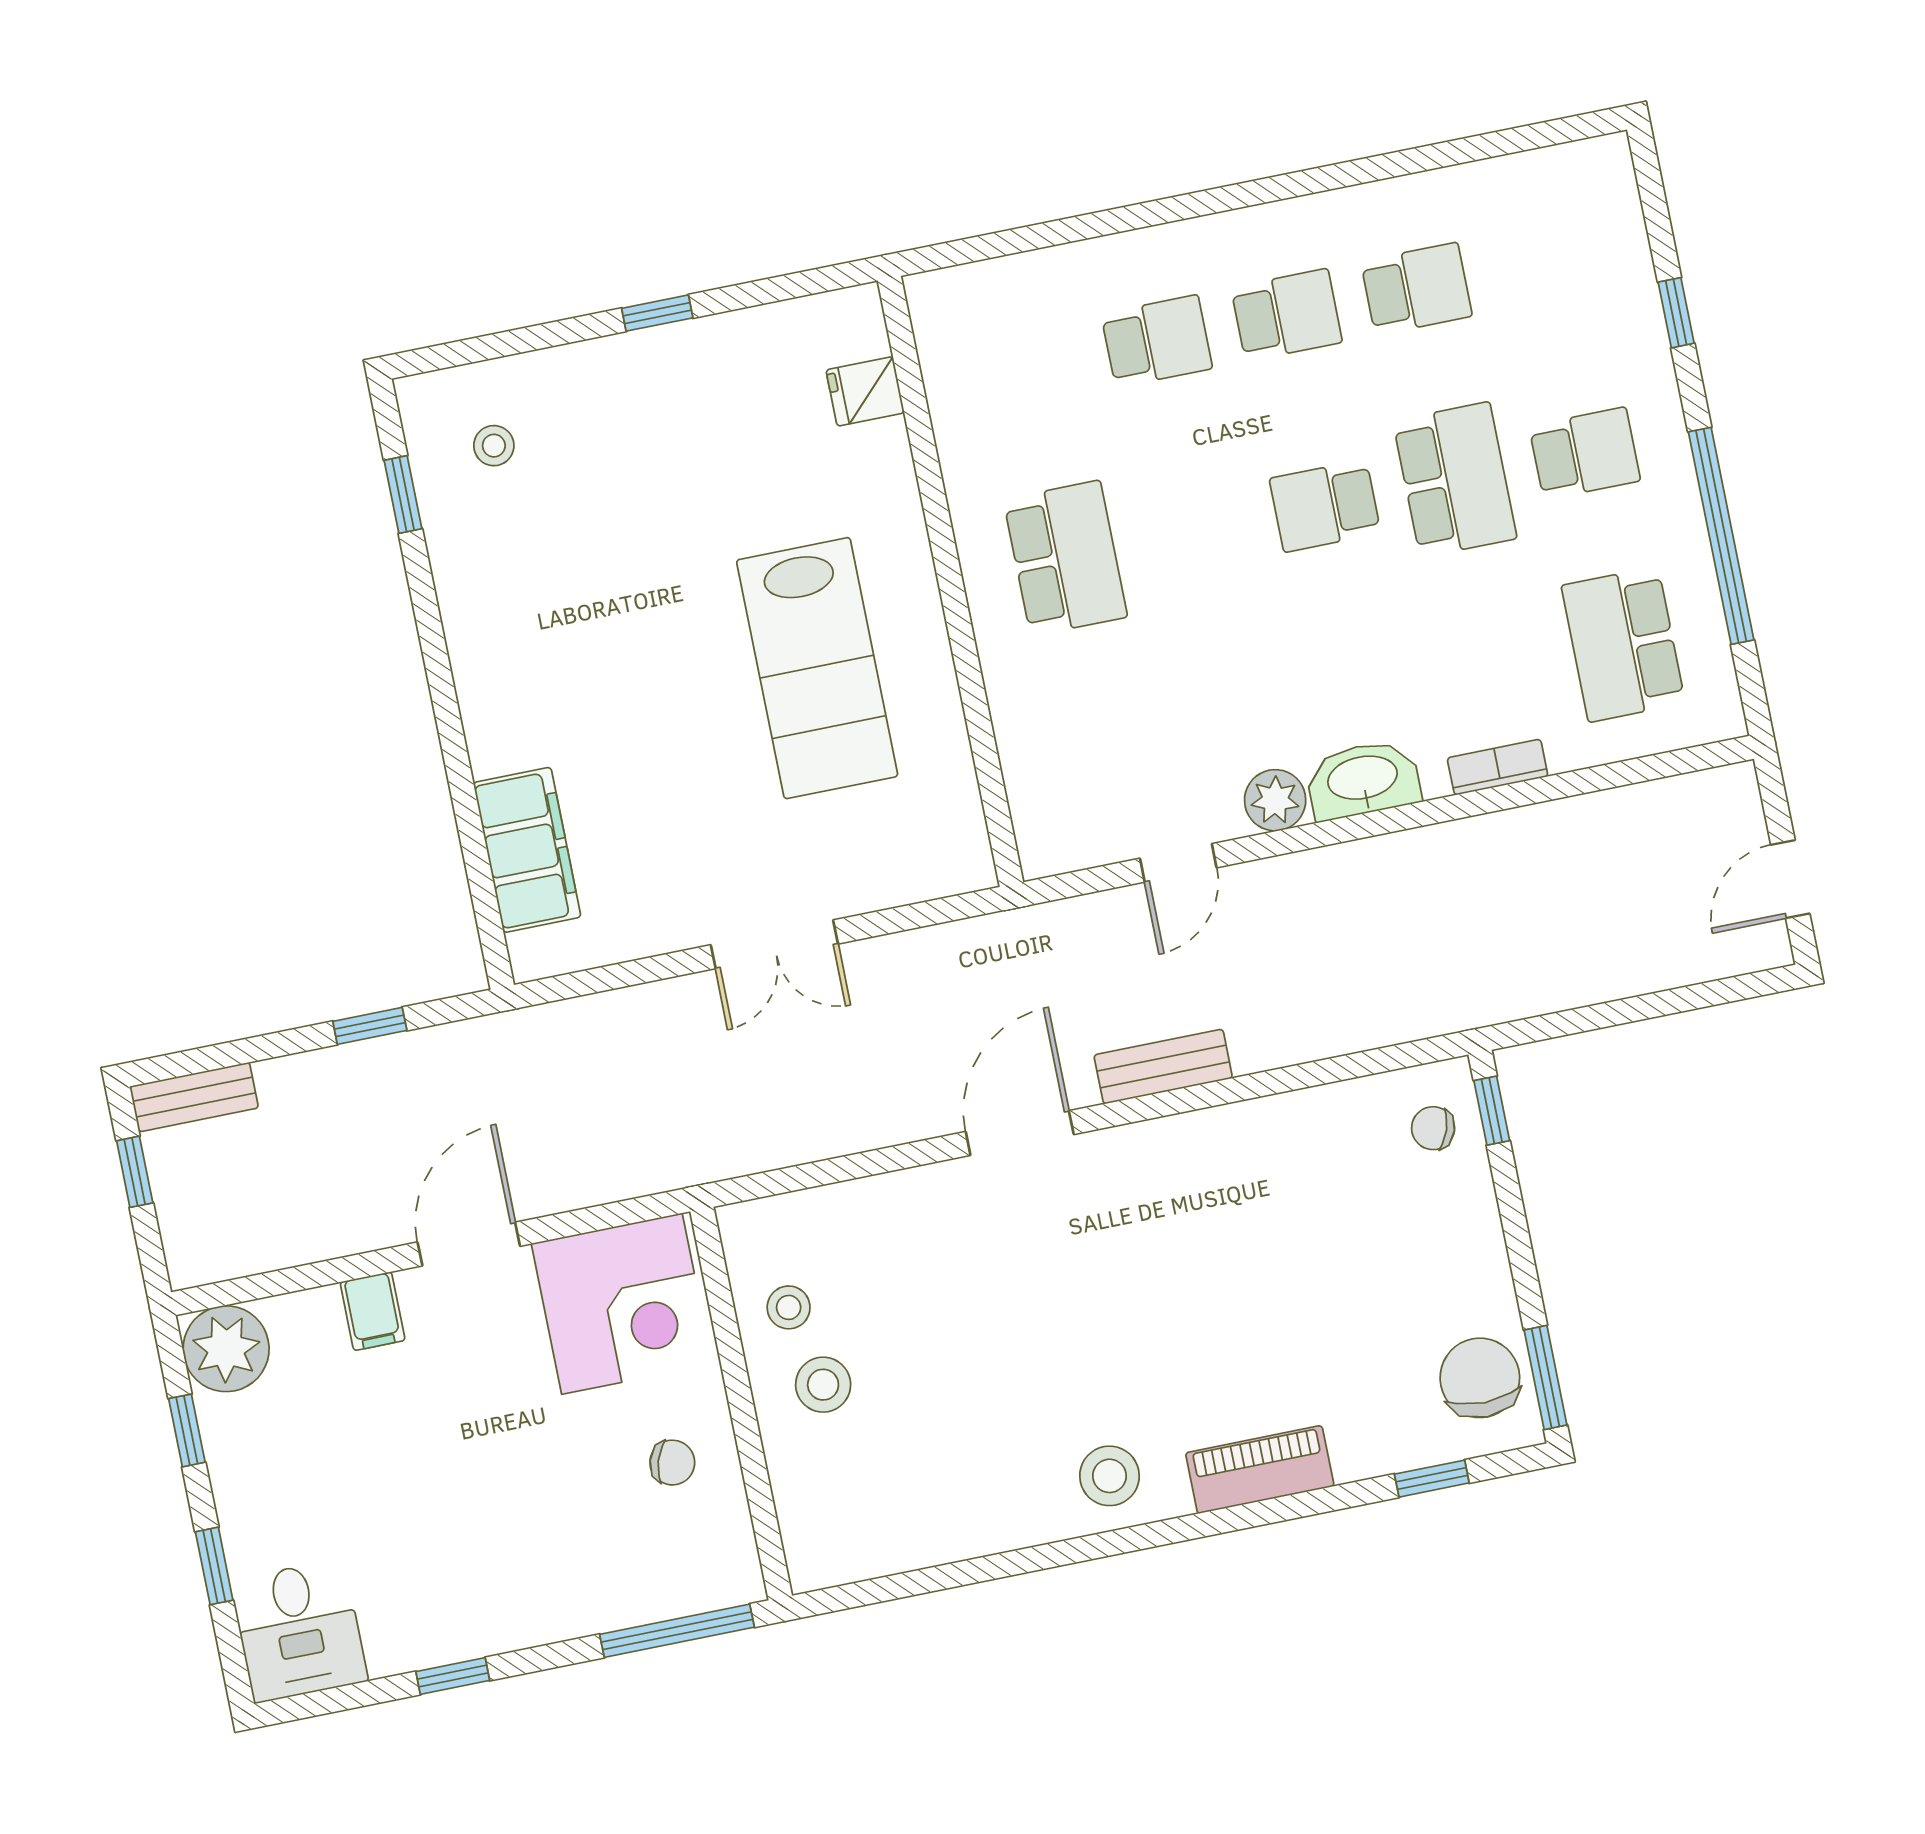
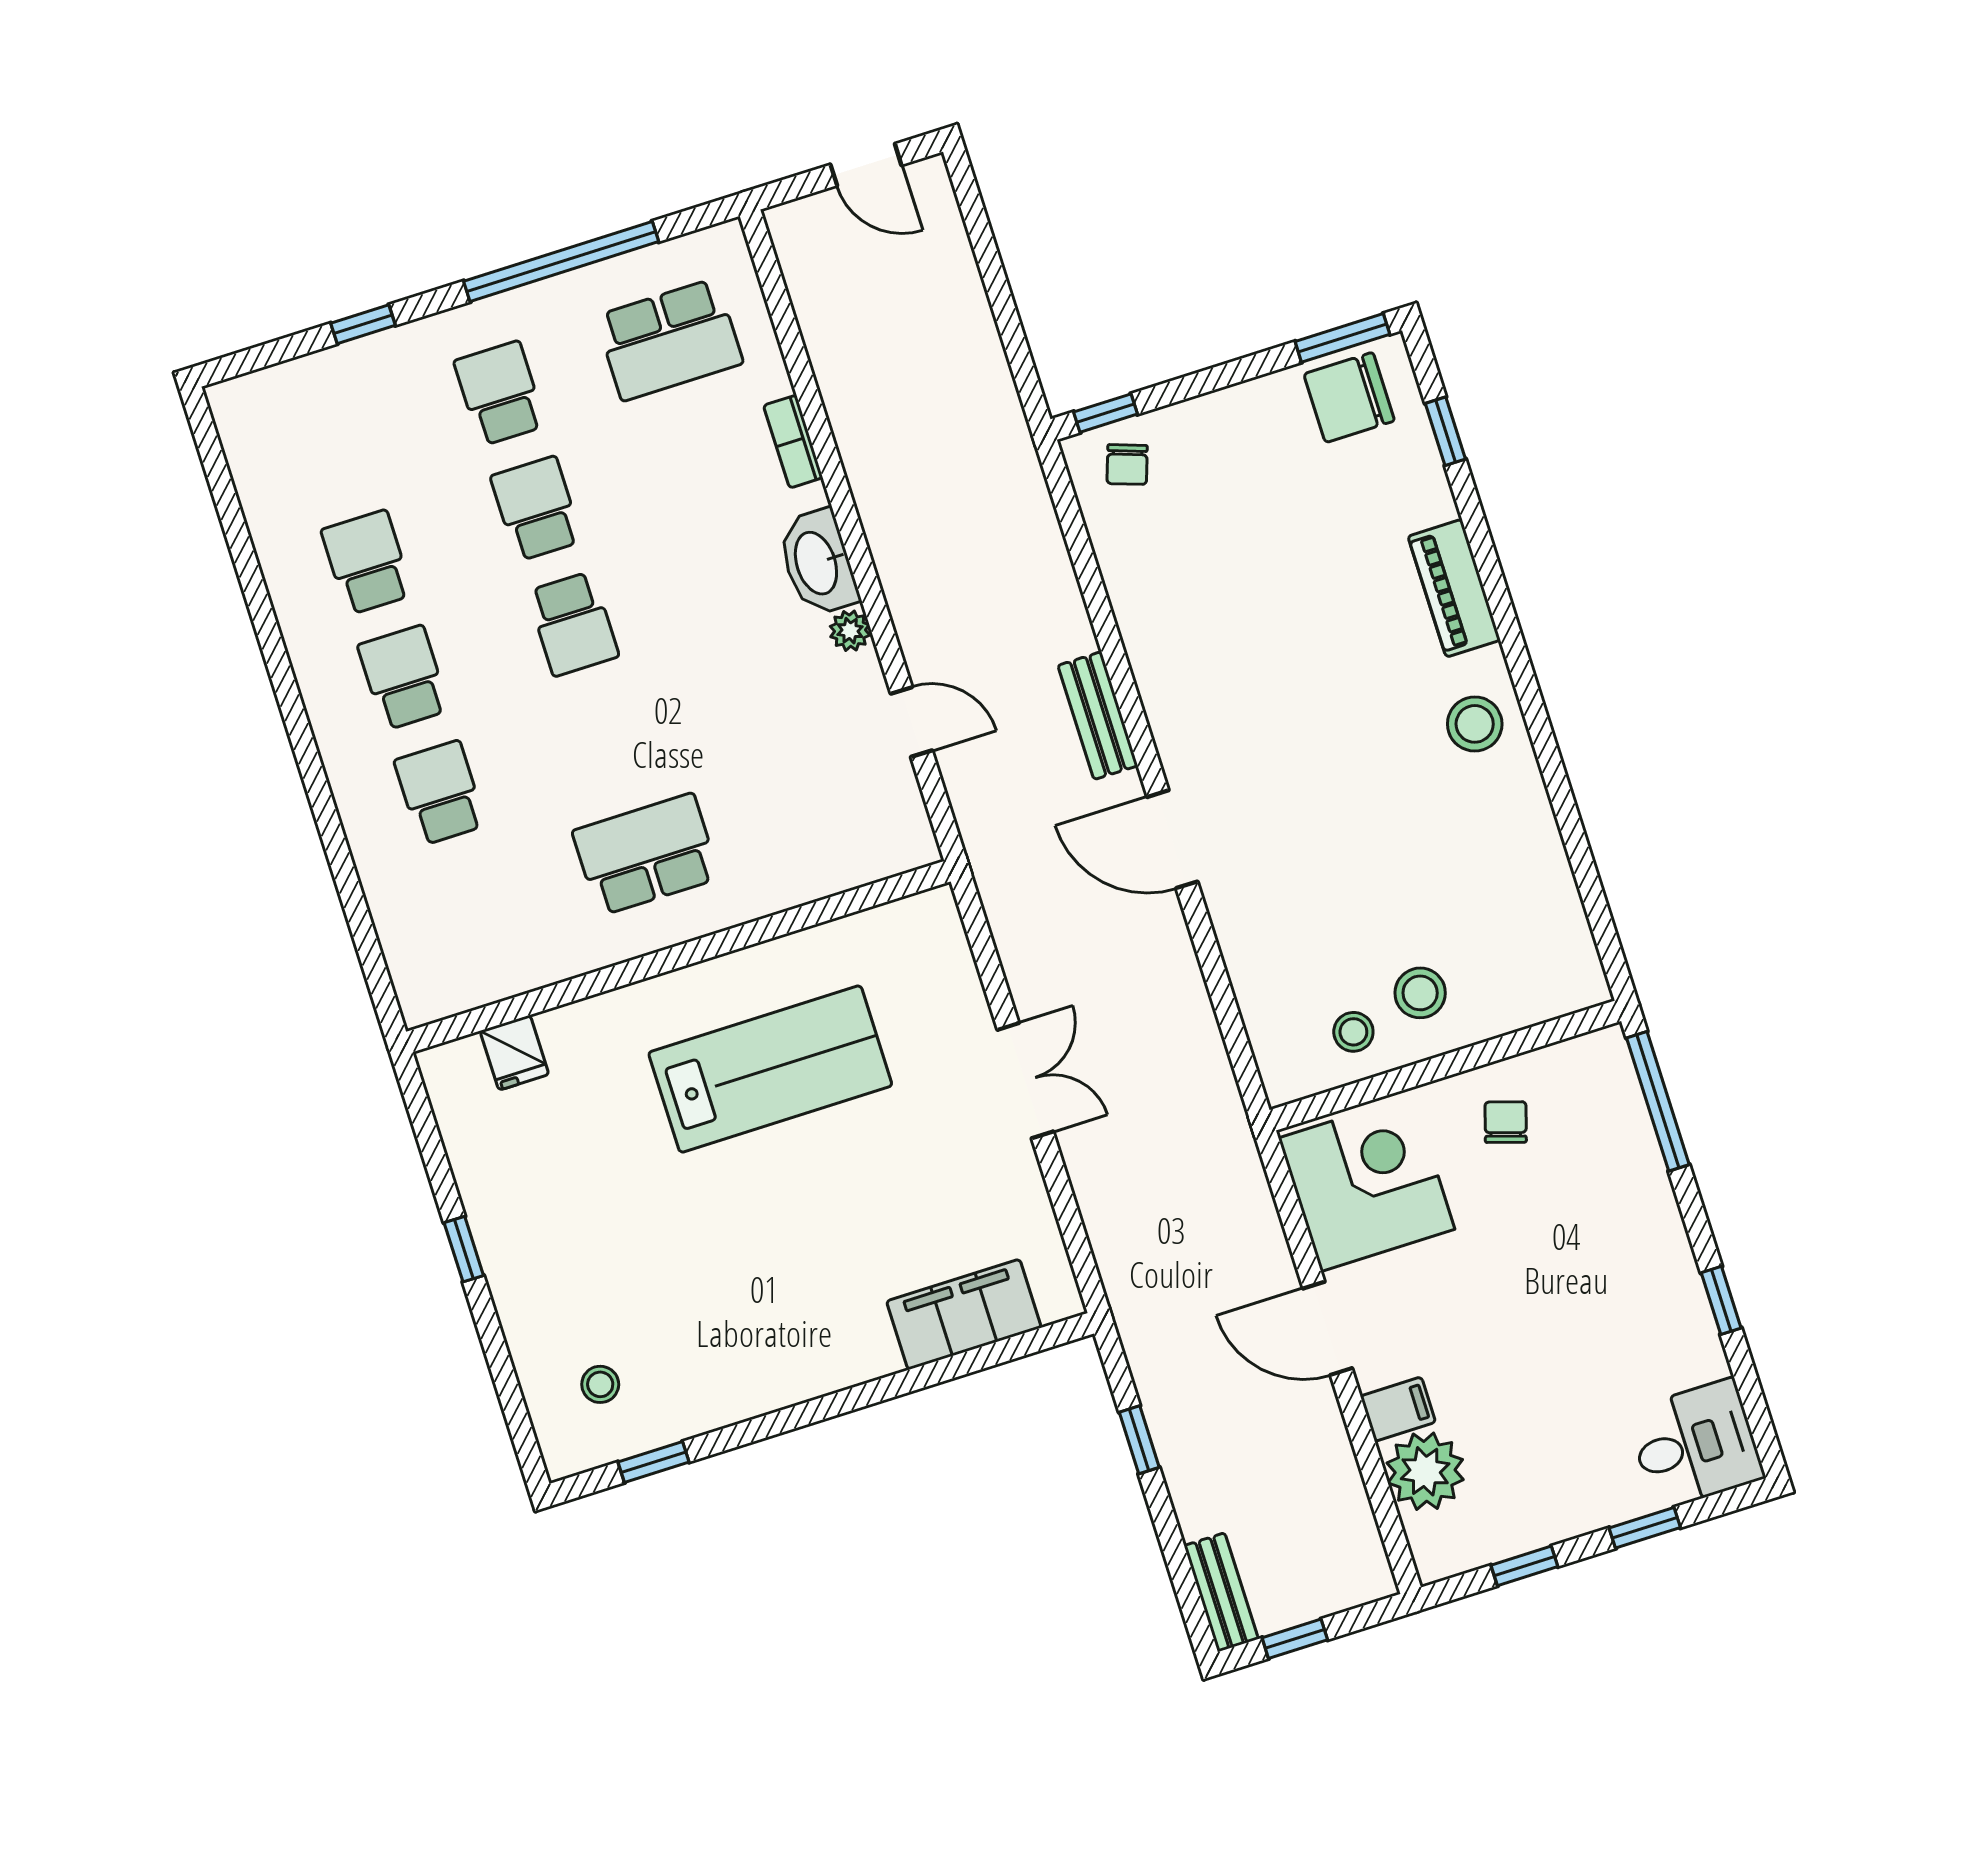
school desk: (1455, 480) -> (536, 509), width x0.54
plant: (1275, 800) -> (850, 631), width x0.73, depth x0.73
plant: (226, 1349) -> (1425, 1471), moved

